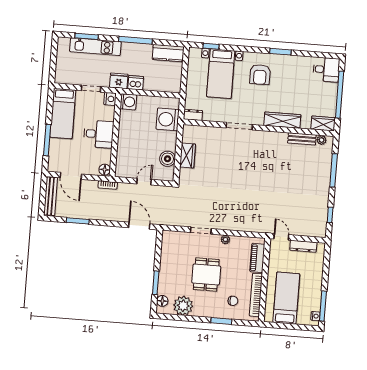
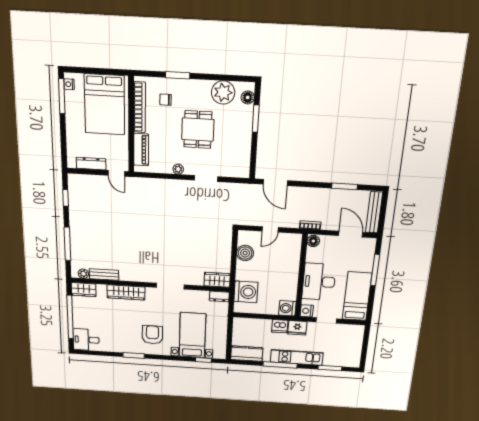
kitchen unit: (95, 47) -> (297, 357), moved
desk: (99, 134) -> (319, 282), width x1.37
wardrobe: (188, 155) -> (217, 280), moved, turned 90
bed: (286, 298) -> (104, 104), width x1.50

